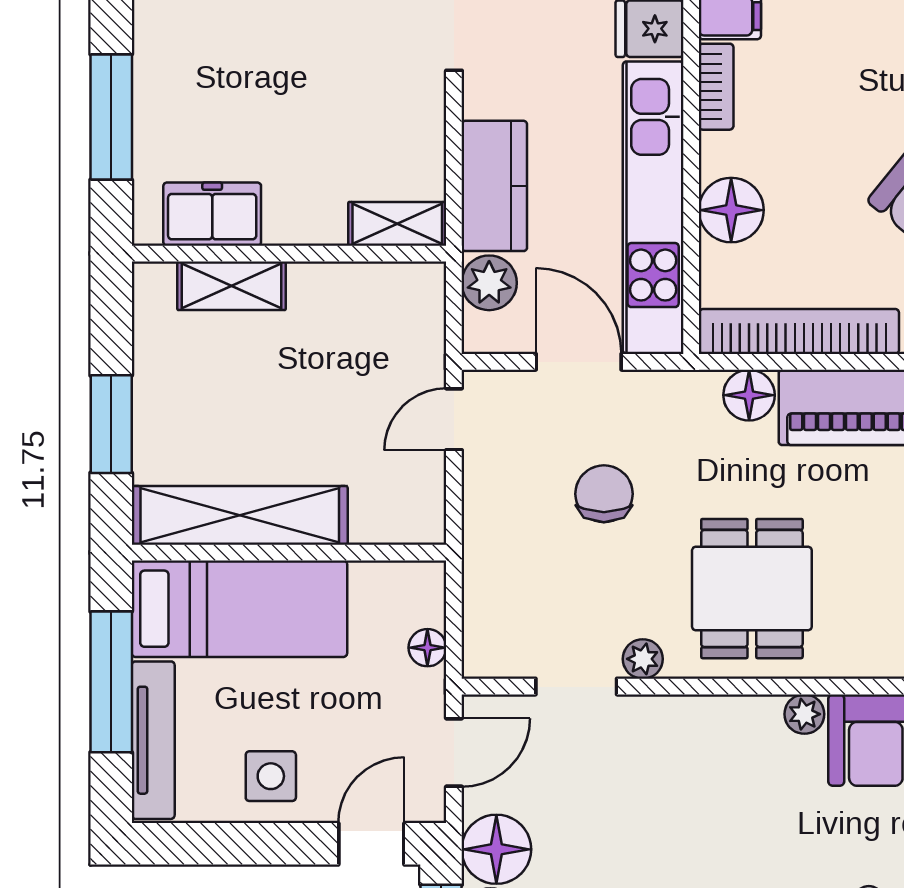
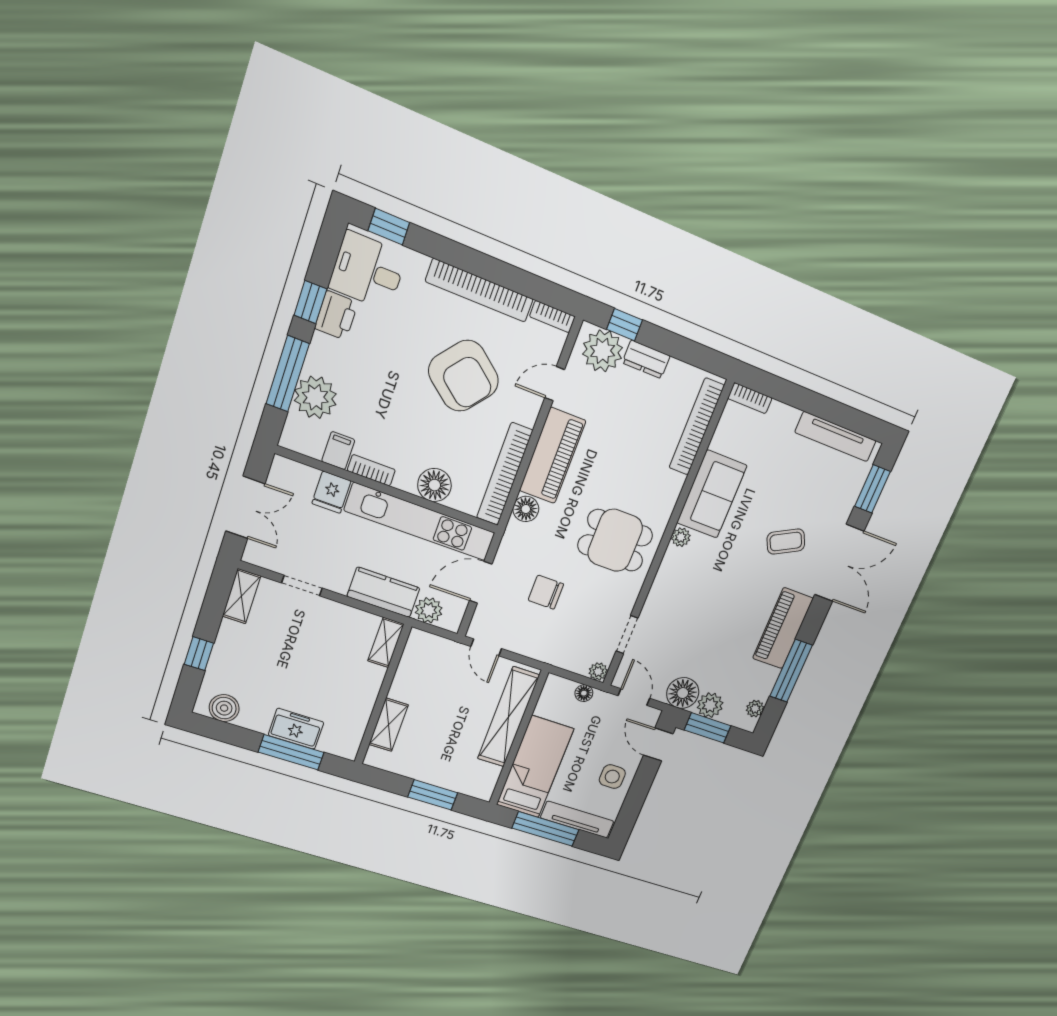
freezer: (212, 214) -> (296, 729), moved, turned 90
shelving: (240, 515) -> (508, 717), moved
plant: (643, 659) -> (598, 672), moved

